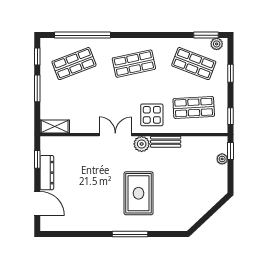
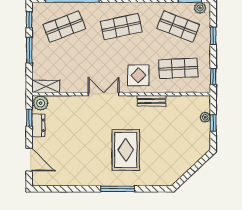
plant: (142, 144) -> (41, 103), moved
window: (230, 151) -> (213, 123), moved
dresser: (47, 173) -> (38, 125), width x0.70

